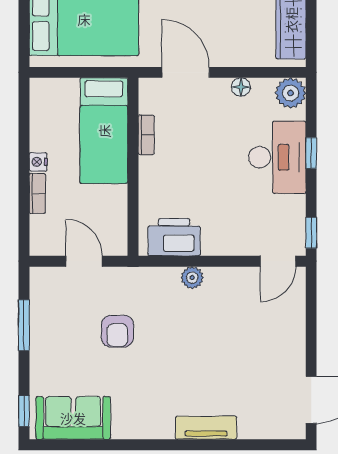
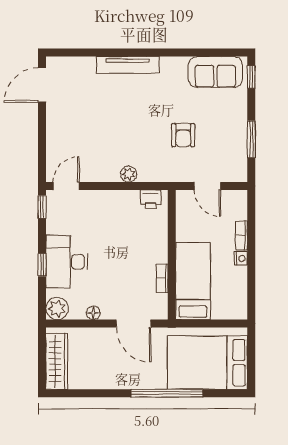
printer: (174, 237) -> (151, 199), width x0.53, depth x0.68
armchair: (117, 331) -> (183, 135), turned 180
tv unit: (206, 428) -> (128, 65), width x1.41

